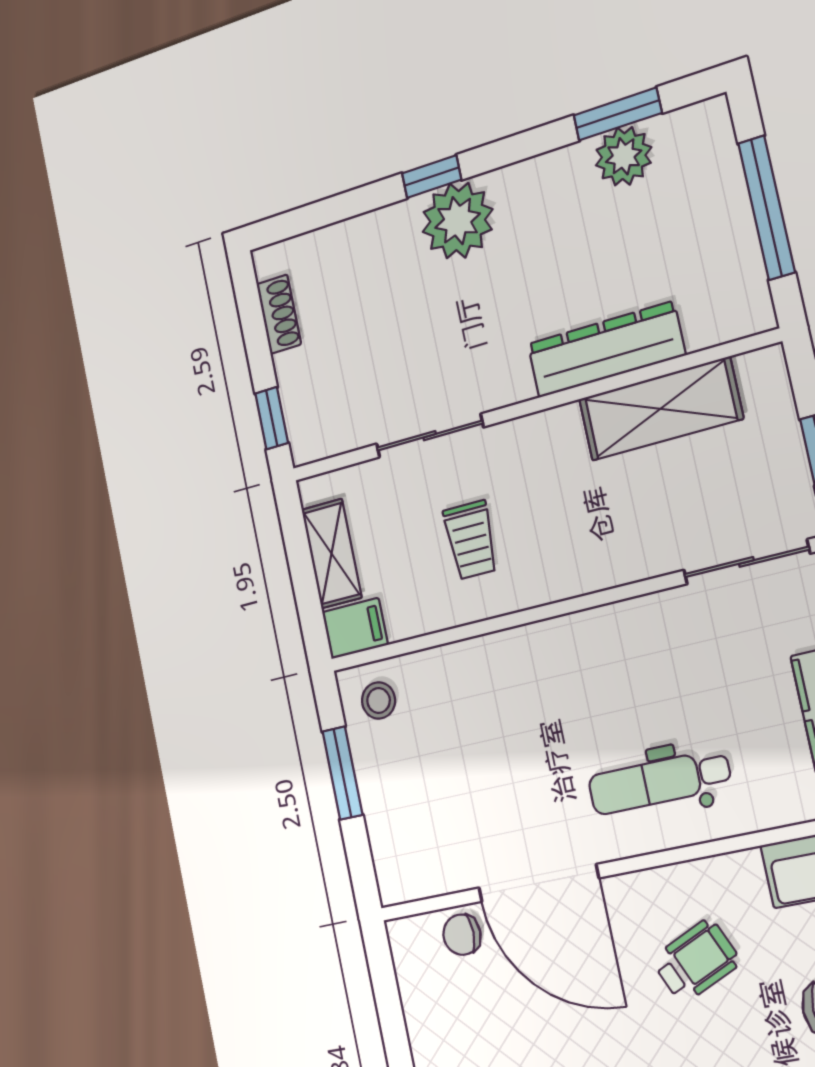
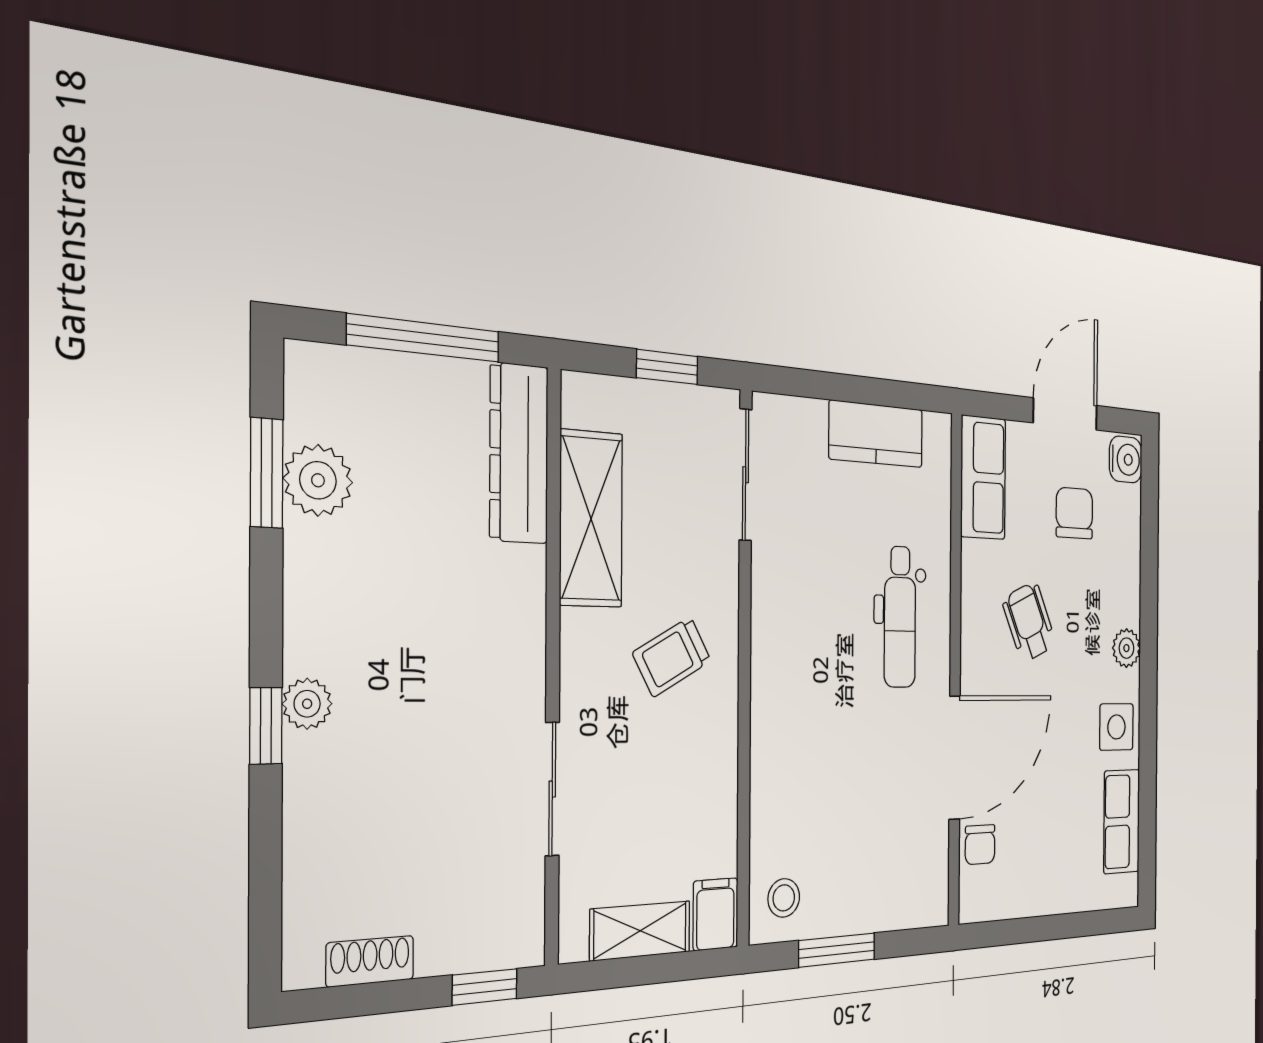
plant: (458, 221) -> (307, 704), width x0.53, depth x0.53
dresser: (606, 350) -> (519, 453), moved
trolley: (471, 540) -> (672, 657), moved, turned 151

